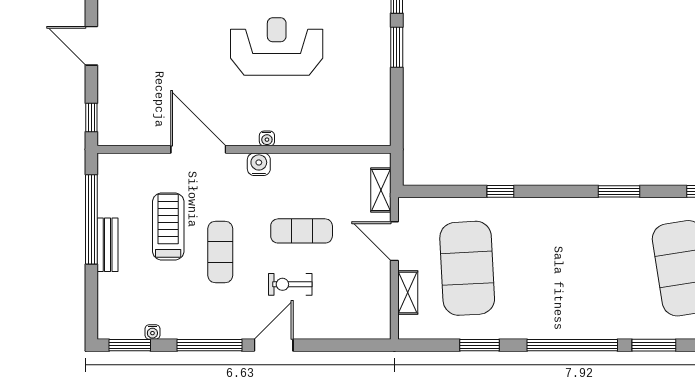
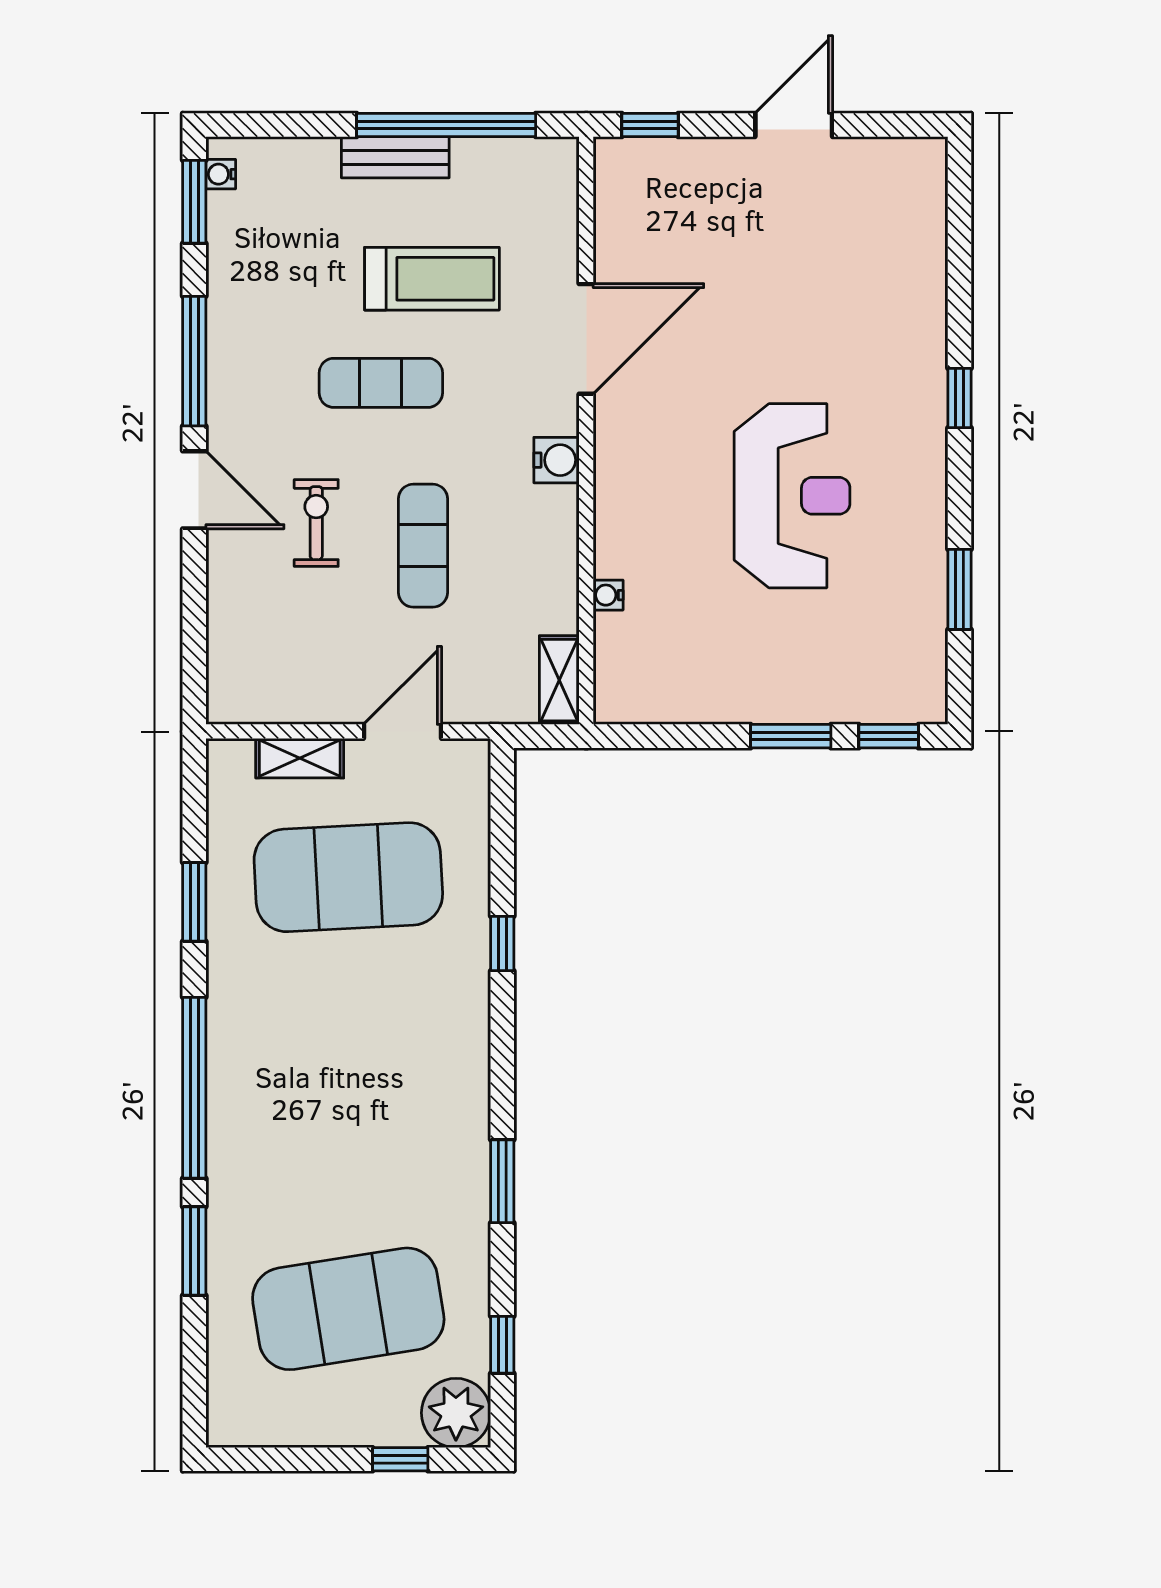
water cooler: (267, 138) -> (608, 595), moved
shelving: (381, 190) -> (559, 680), moved, turned 90
water cooler: (152, 332) -> (221, 174), moved

